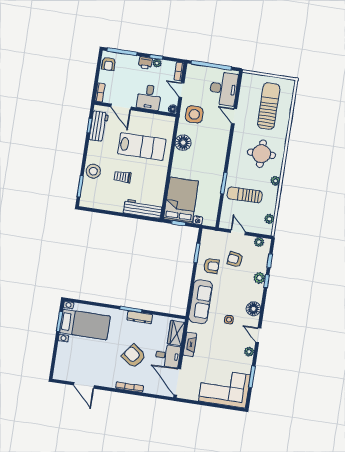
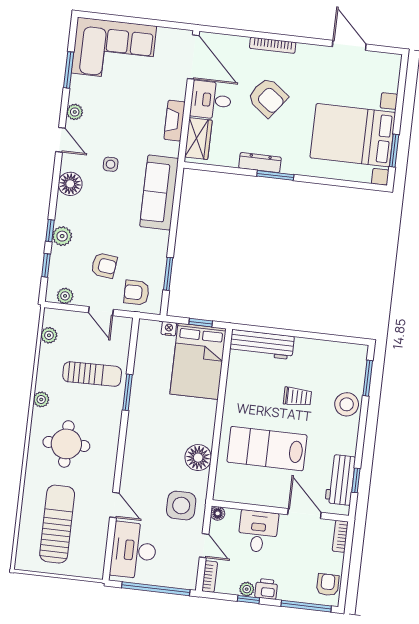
sun lounger: (269, 106) -> (57, 524), turned 180
armchair: (211, 266) -> (136, 293), moved
bed with nightstands: (85, 324) -> (353, 135), width x1.36

